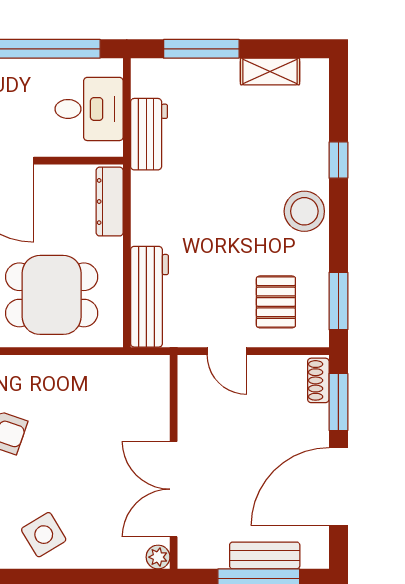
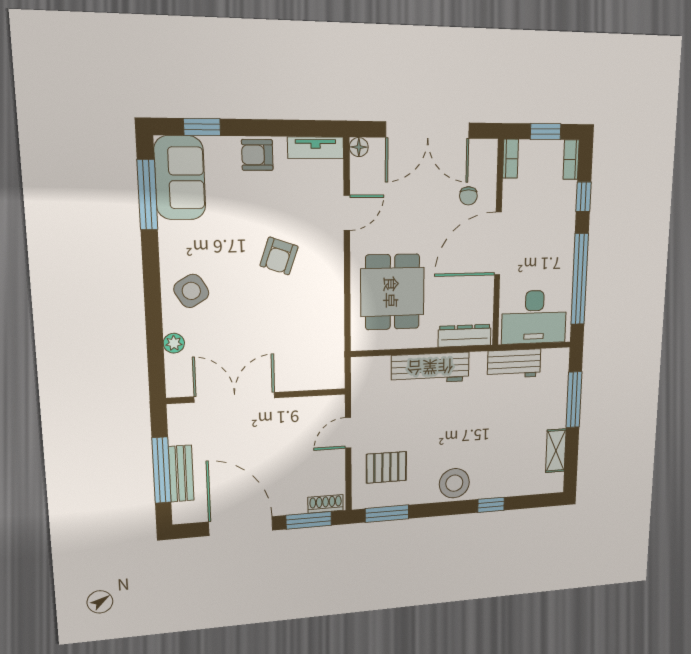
desk: (89, 109) -> (534, 317), width x1.37
workbench: (149, 297) -> (430, 368), moved
plant: (158, 557) -> (174, 343), moved

